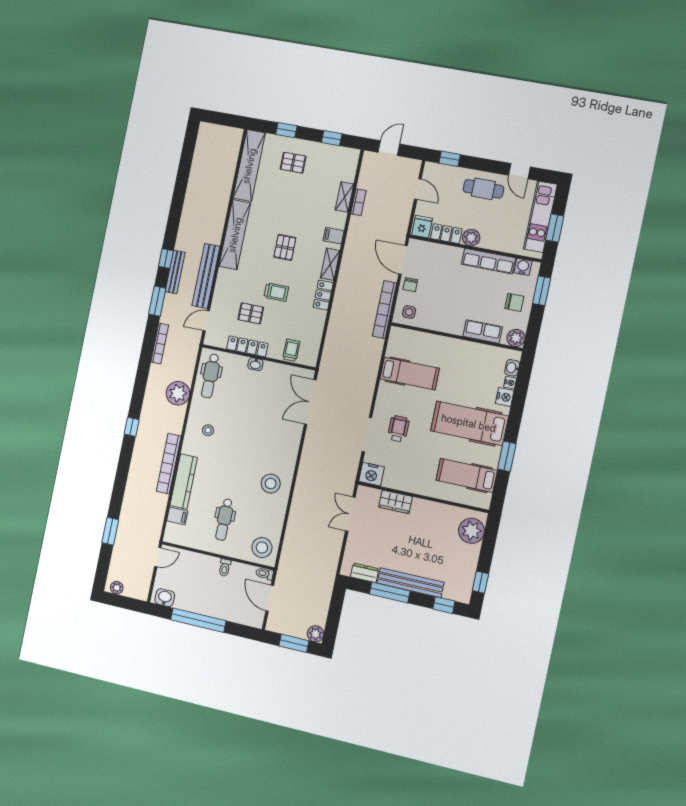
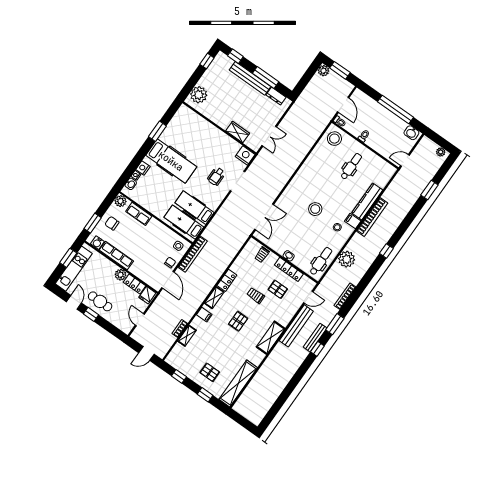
window: (450, 159) -> (91, 314), moved
shelving: (235, 235) -> (271, 338), width x0.68
hospital bed: (467, 475) -> (184, 222), moved, turned 180
stool: (271, 484) -> (315, 209), moved
filing cabinet: (177, 516) -> (353, 221), moved

